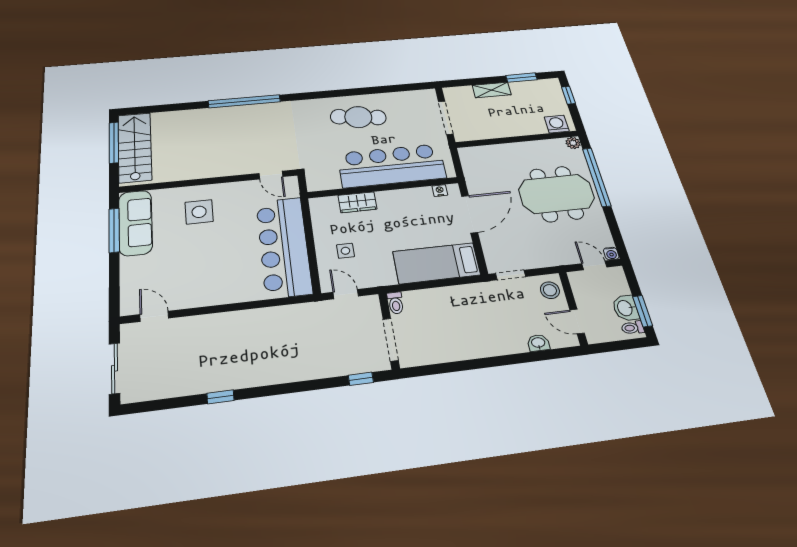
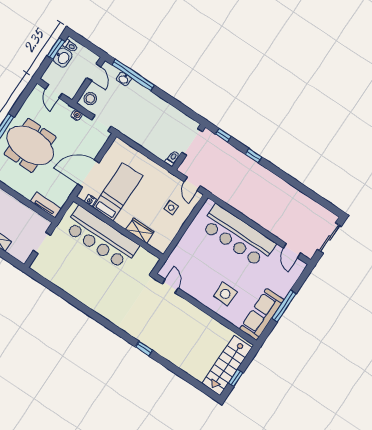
window: (244, 101) -> (144, 349), width x0.32
cafe table: (358, 117) -> (90, 284), removed
doorway: (446, 118) -> (42, 243), width x0.73
window: (114, 143) -> (236, 378), width x0.46
tv unit: (479, 153) -> (46, 205), added
window: (114, 230) -> (284, 306), moved
bar counter: (284, 247) -> (238, 236), moved, turned 90
water cooler: (611, 254) -> (77, 115), moved
bed: (437, 263) -> (118, 192), moved, turned -90
window: (533, 357) -> (133, 75), added
window: (221, 397) -> (254, 156), moved

